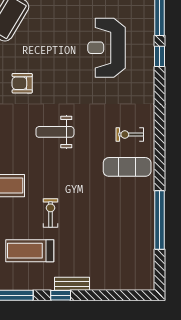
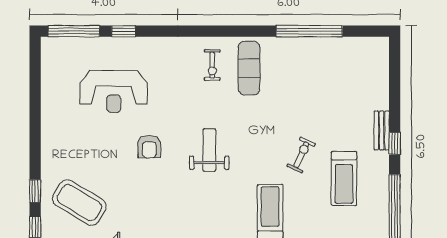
armchair: (22, 83) -> (149, 147), moved
weight bench: (55, 132) -> (209, 150), turned 180
exercise bike: (50, 213) -> (301, 155), turned 115

